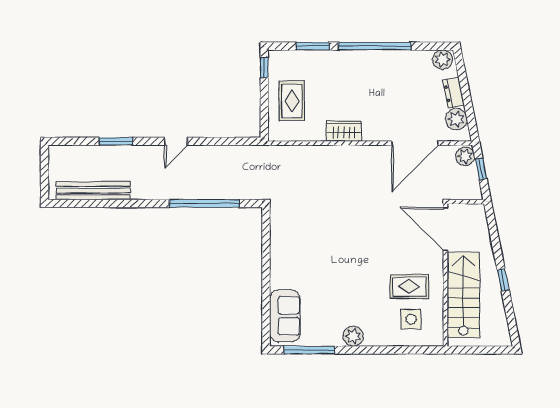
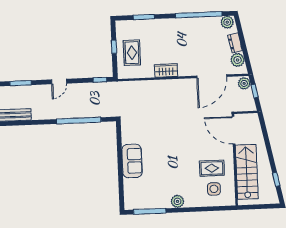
window: (375, 46) -> (199, 15), moved
window: (264, 68) -> (114, 47), moved
window: (240, 141) -> (100, 80), added
window: (503, 280) -> (276, 179), moved
sofa: (285, 316) -> (132, 161), moved

